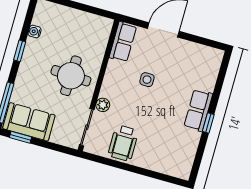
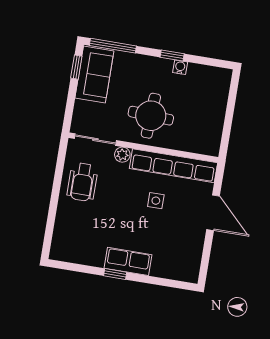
water cooler: (35, 32) -> (180, 67), moved
row of seats: (123, 42) -> (173, 166), width x2.02
wheelchair: (123, 143) -> (82, 182), turned -90

